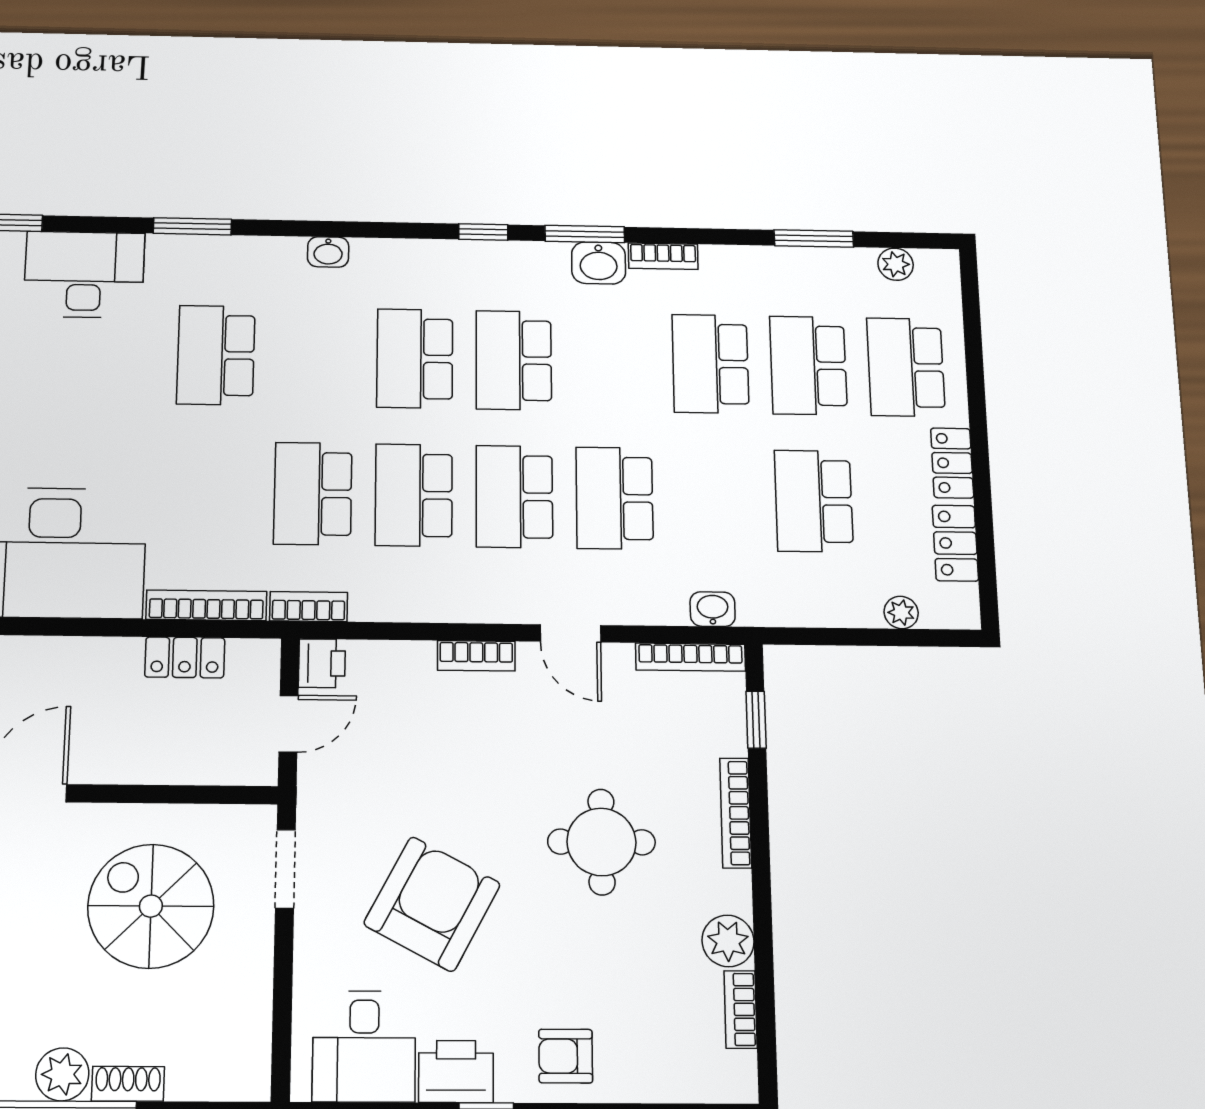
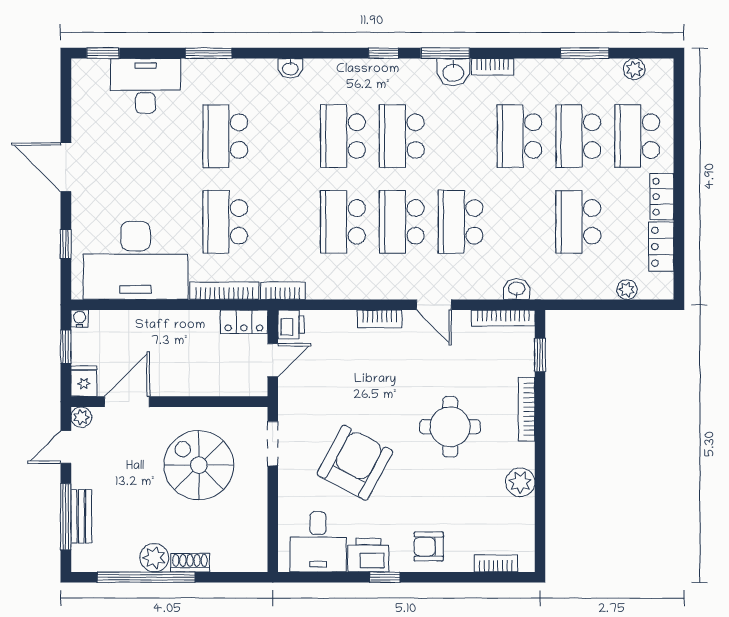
school desk: (313, 494) -> (225, 222), moved
locker: (185, 657) -> (244, 322), moved
bookcase: (741, 1009) -> (496, 563), moved, turned 90

